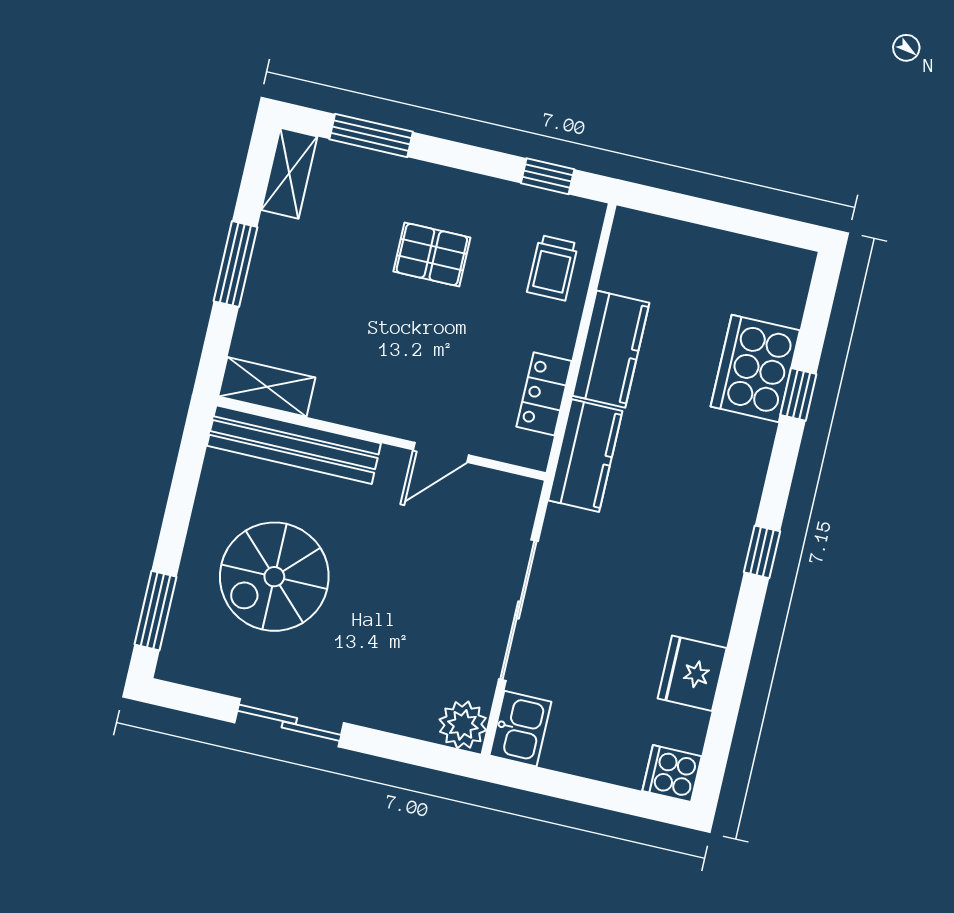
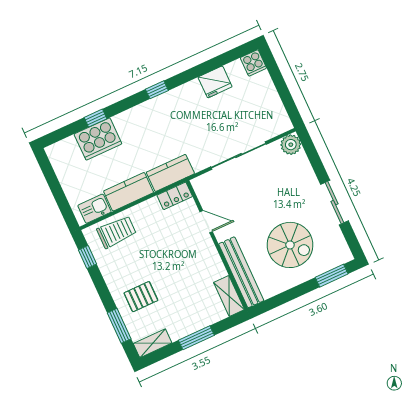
pallet: (432, 254) -> (141, 297), moved, turned 90
trolley: (553, 268) -> (116, 232), width x1.36, depth x1.39
locker: (544, 394) -> (175, 196), moved
kitchen sink: (520, 729) -> (95, 209), moved

